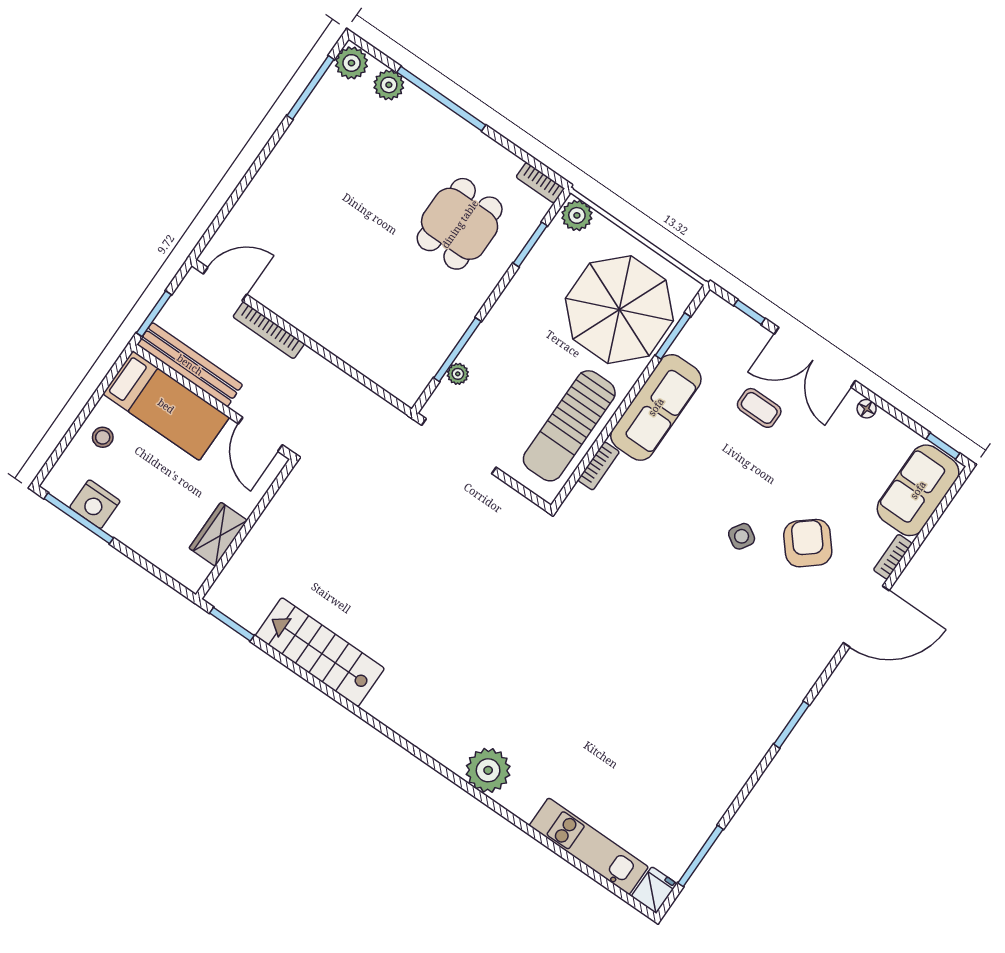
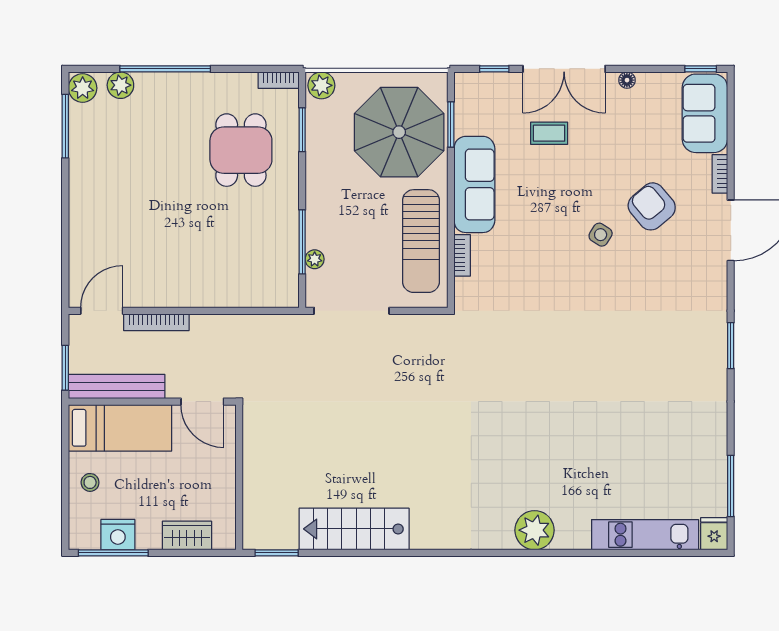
wardrobe: (218, 534) -> (187, 535), moved, turned 90

